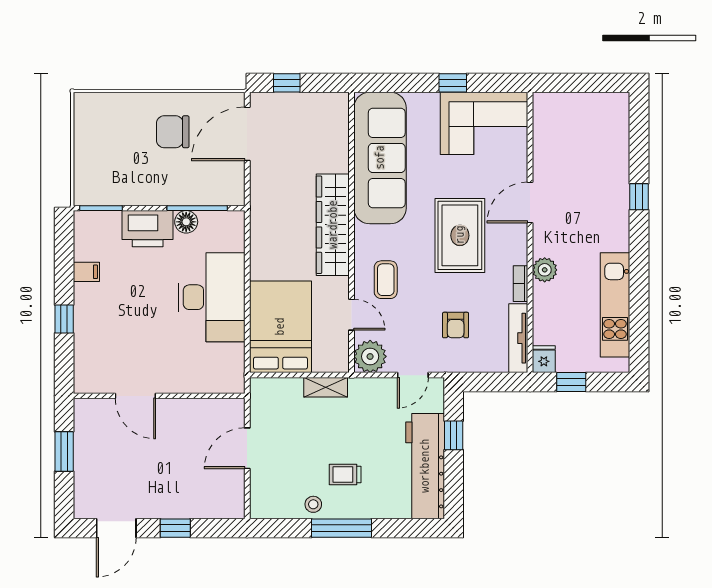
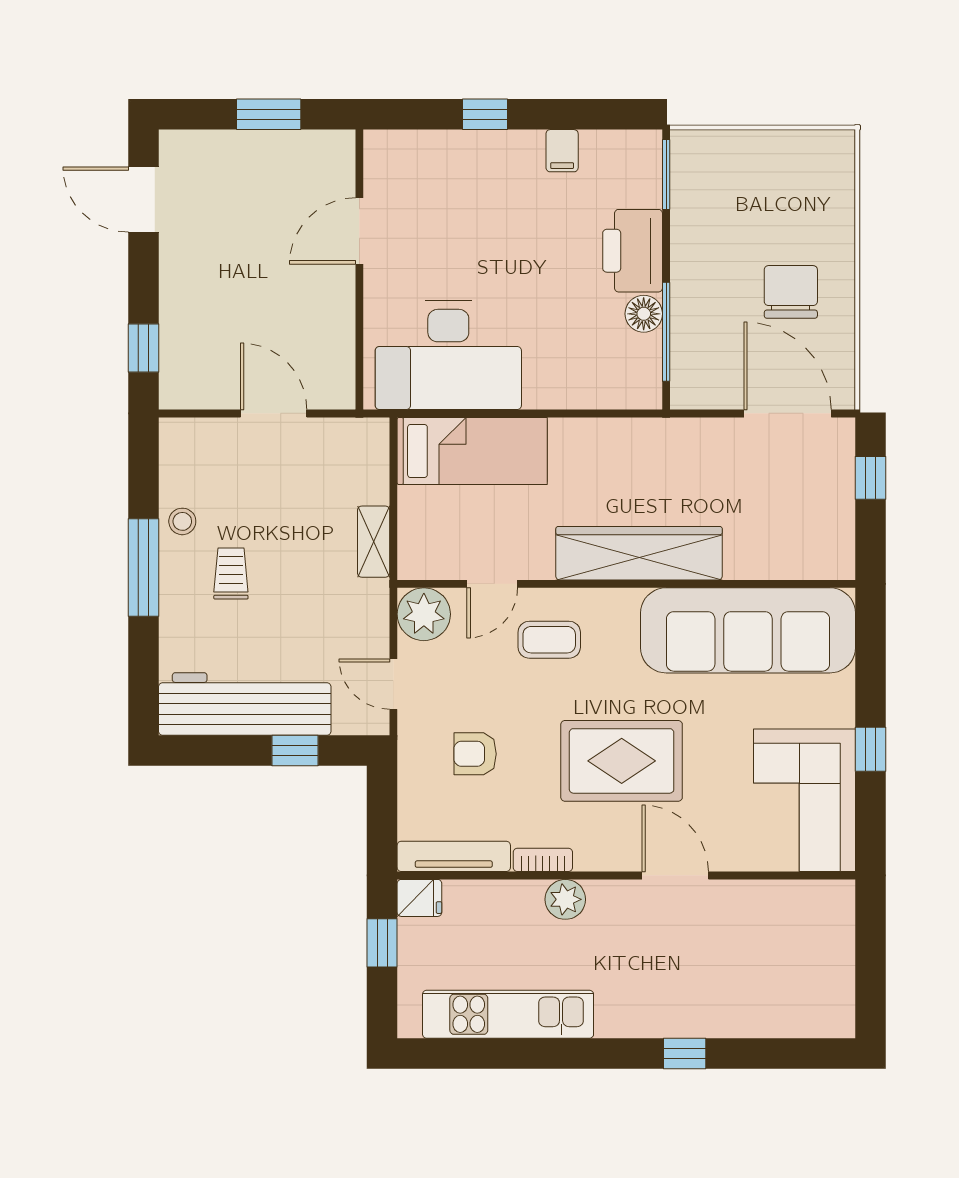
desk: (211, 297) -> (448, 355), moved
bed: (280, 327) -> (472, 451), width x0.67
window: (175, 528) -> (144, 348), moved

